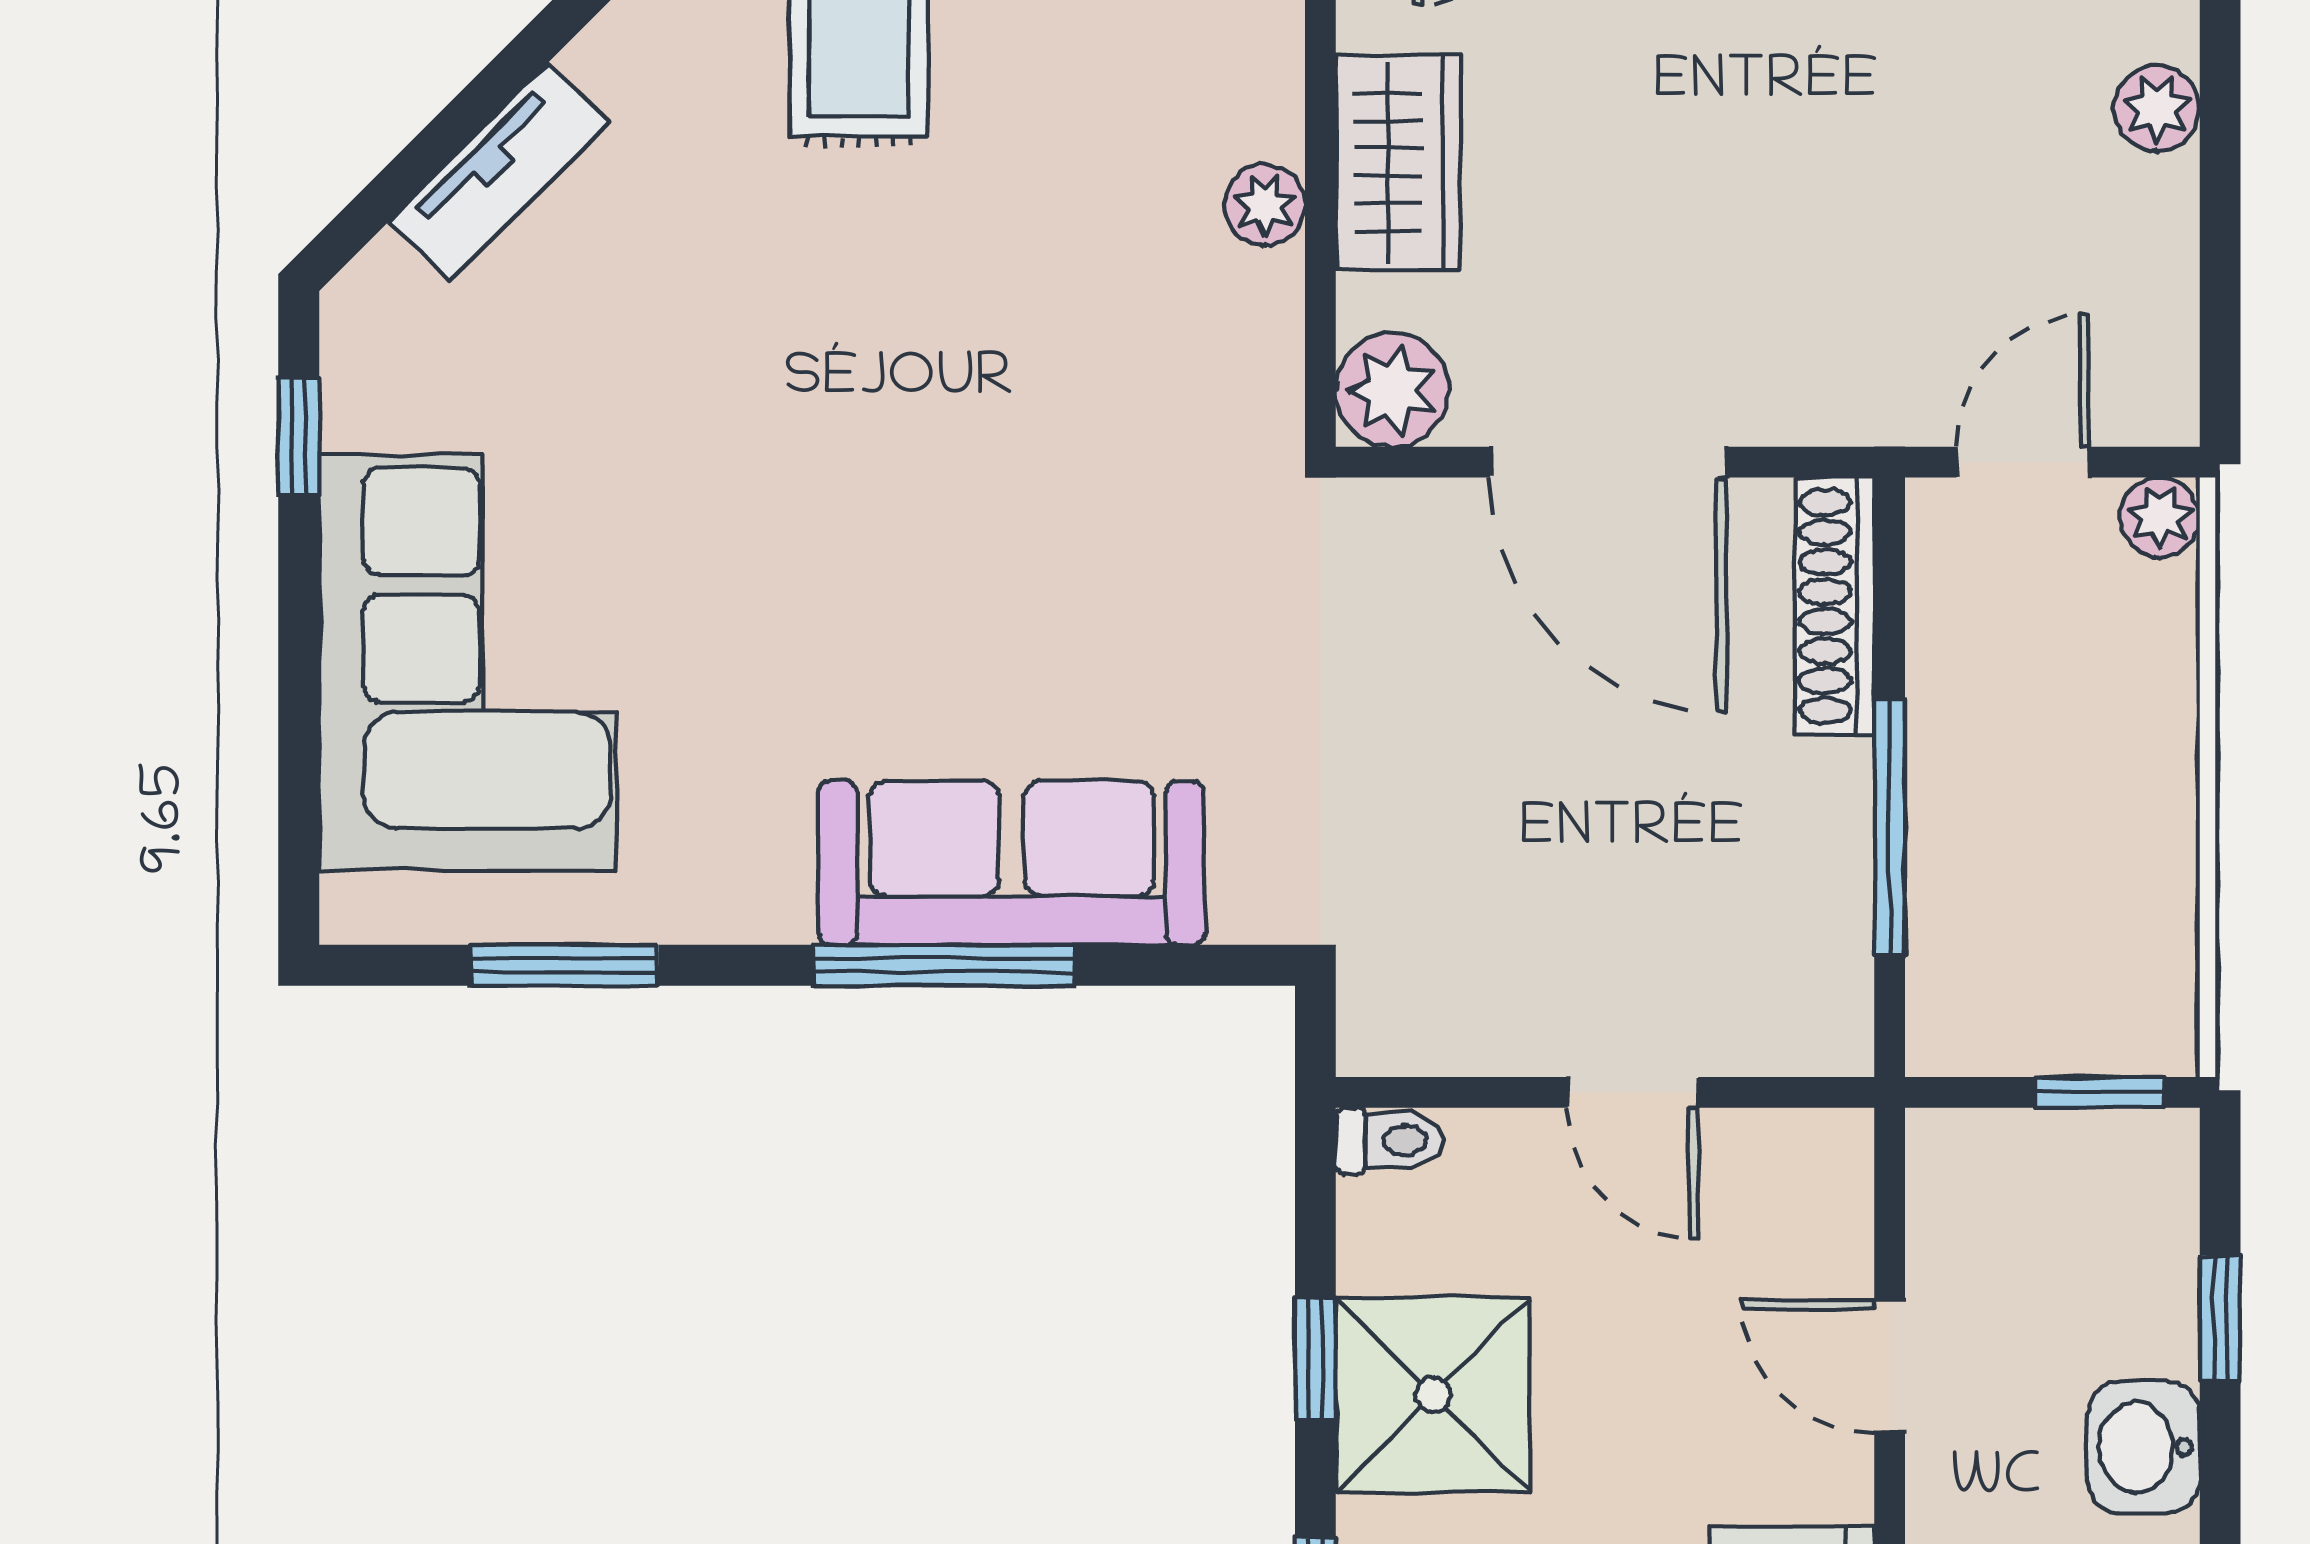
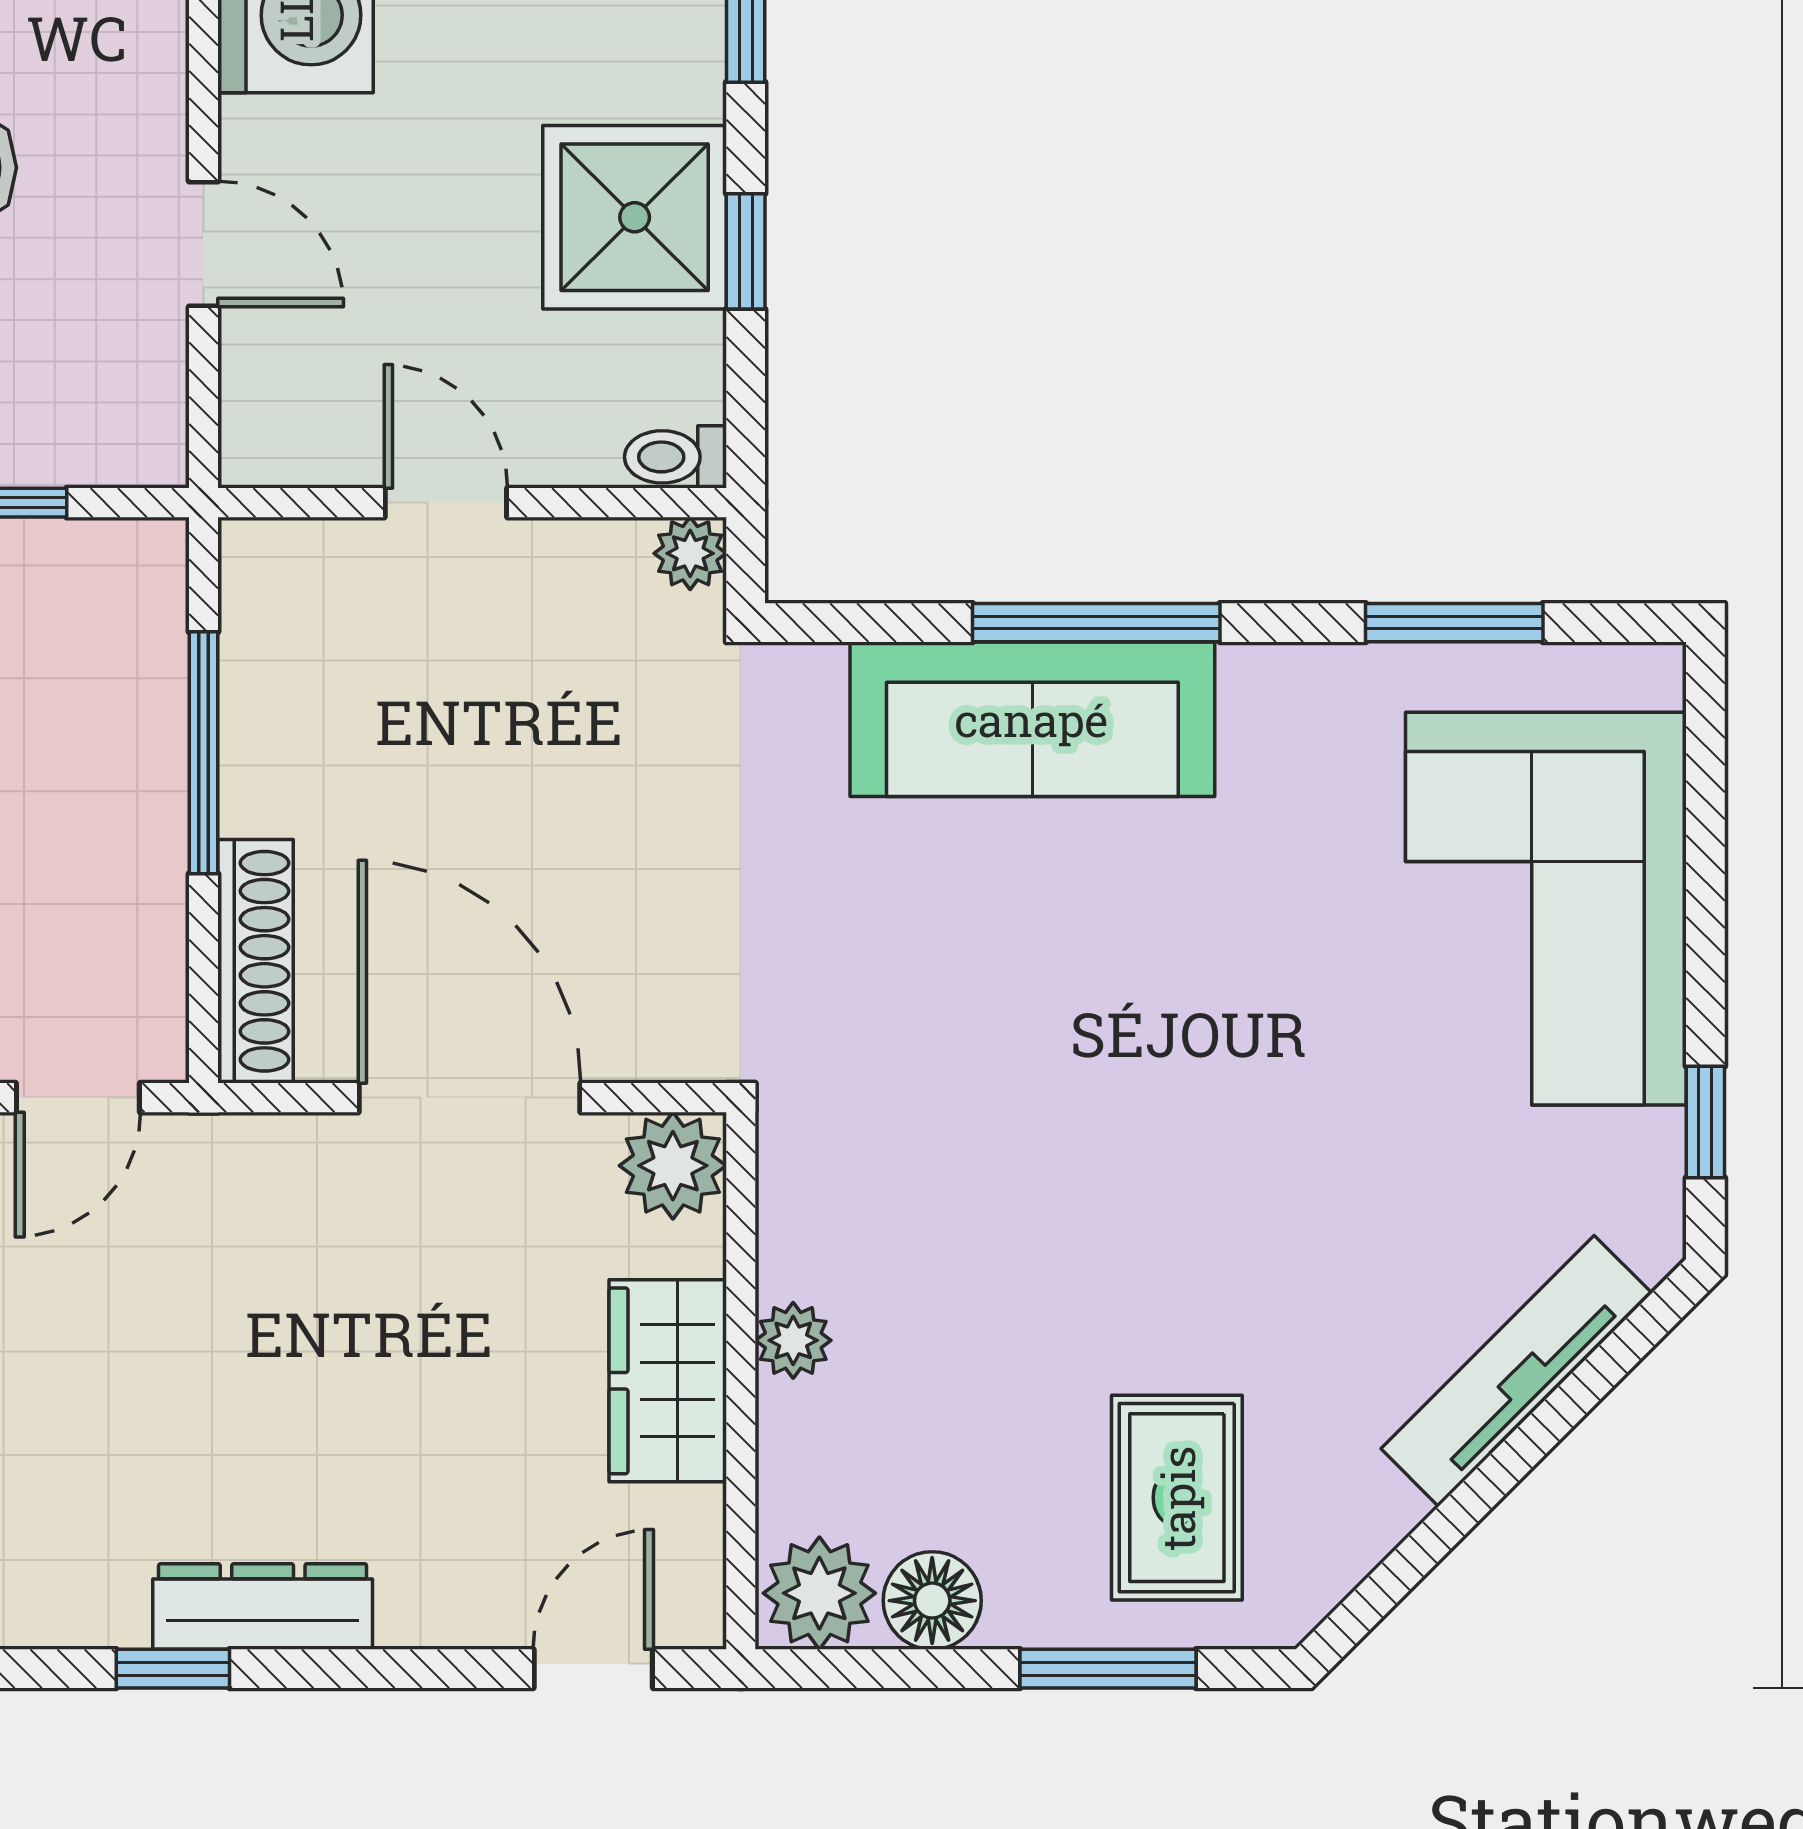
tv unit: (499, 173) -> (1516, 1371), width x1.41
plant: (1374, 1039) -> (690, 553), added

